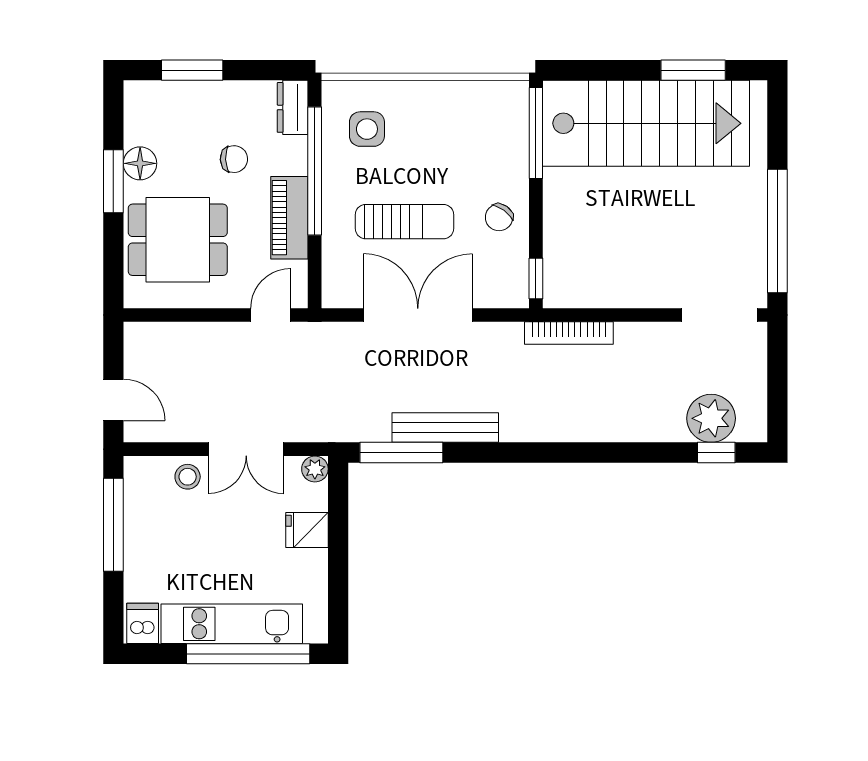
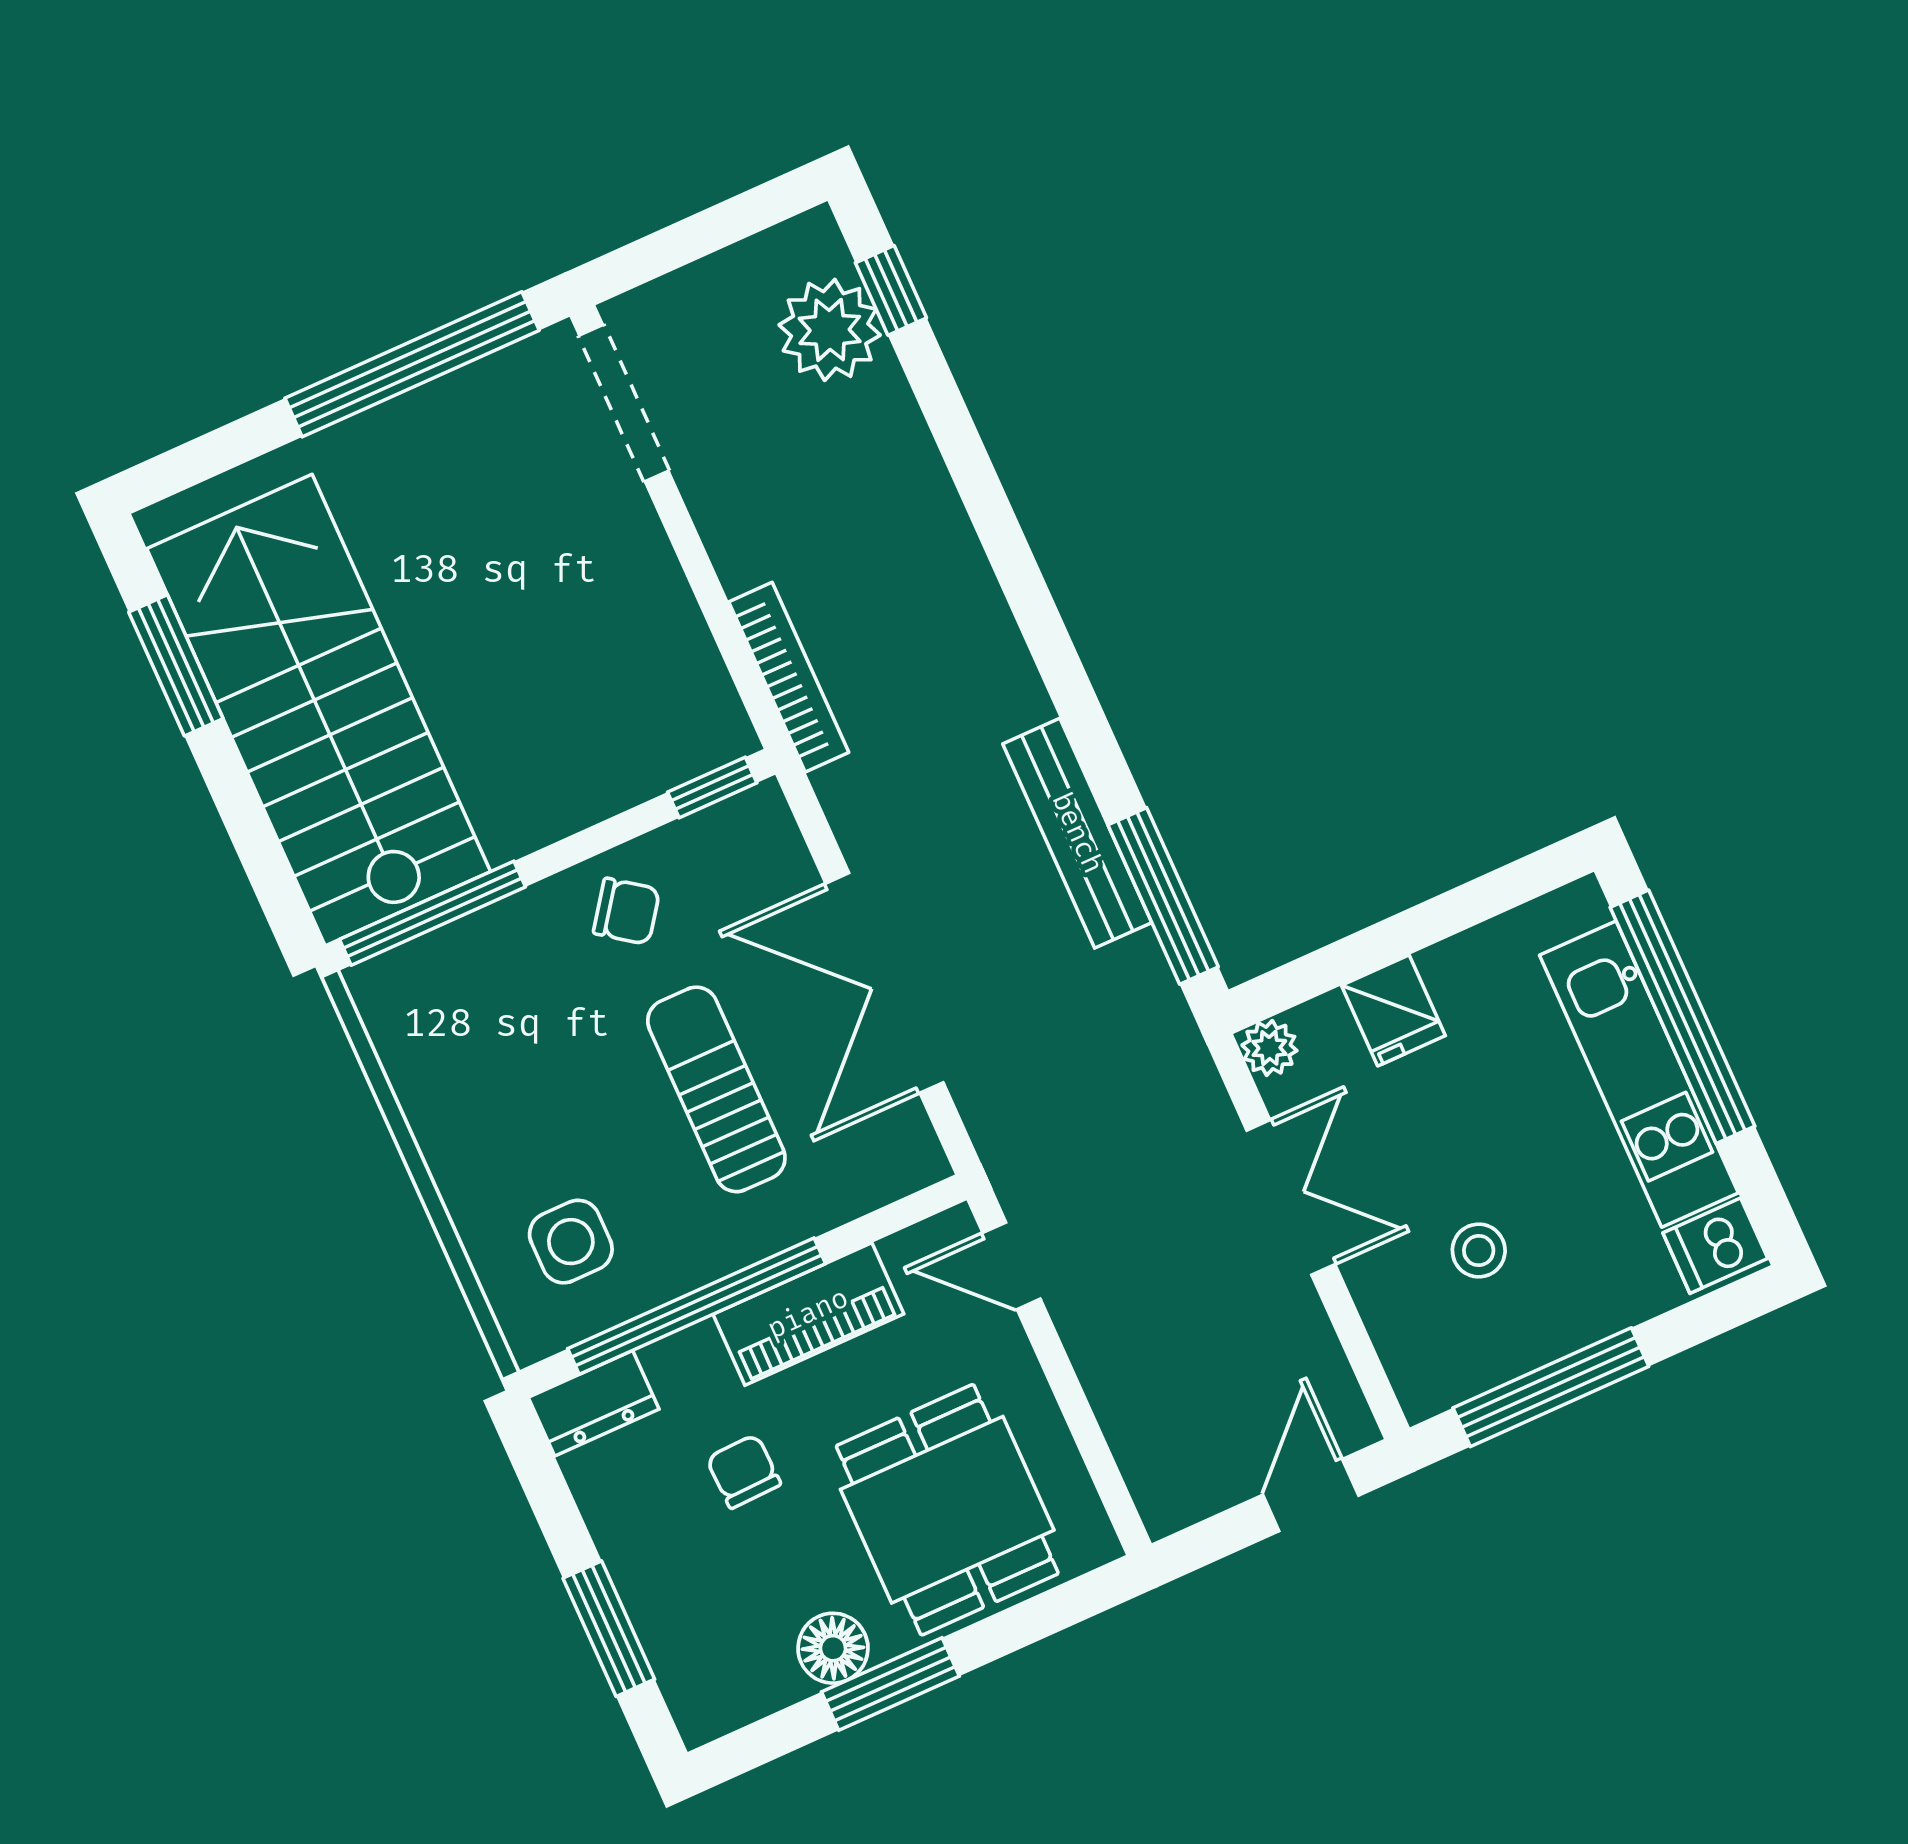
stool: (188, 477) -> (1479, 1251), moved

